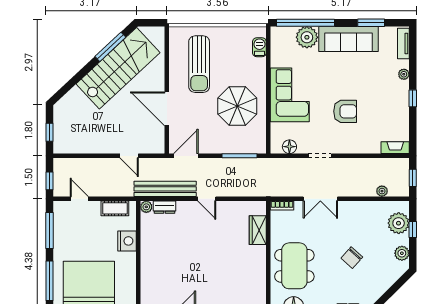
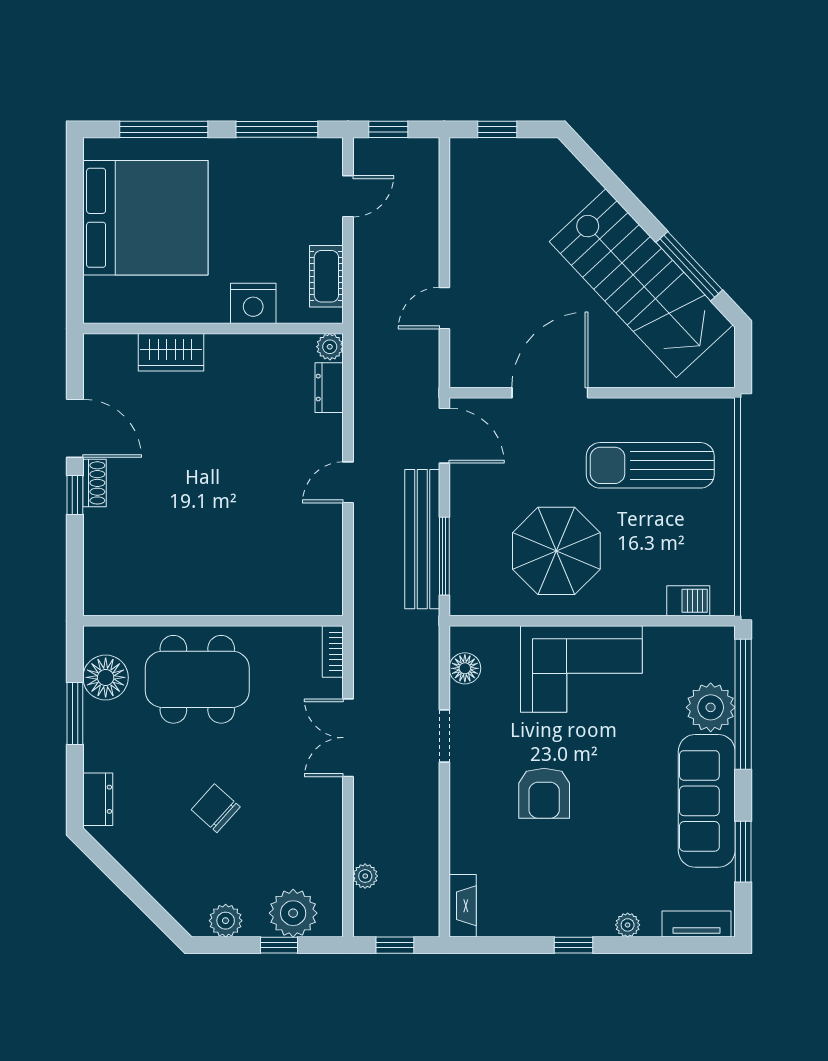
bench: (165, 189) -> (422, 539), moved
wardrobe: (258, 230) -> (171, 352), moved, turned 180

